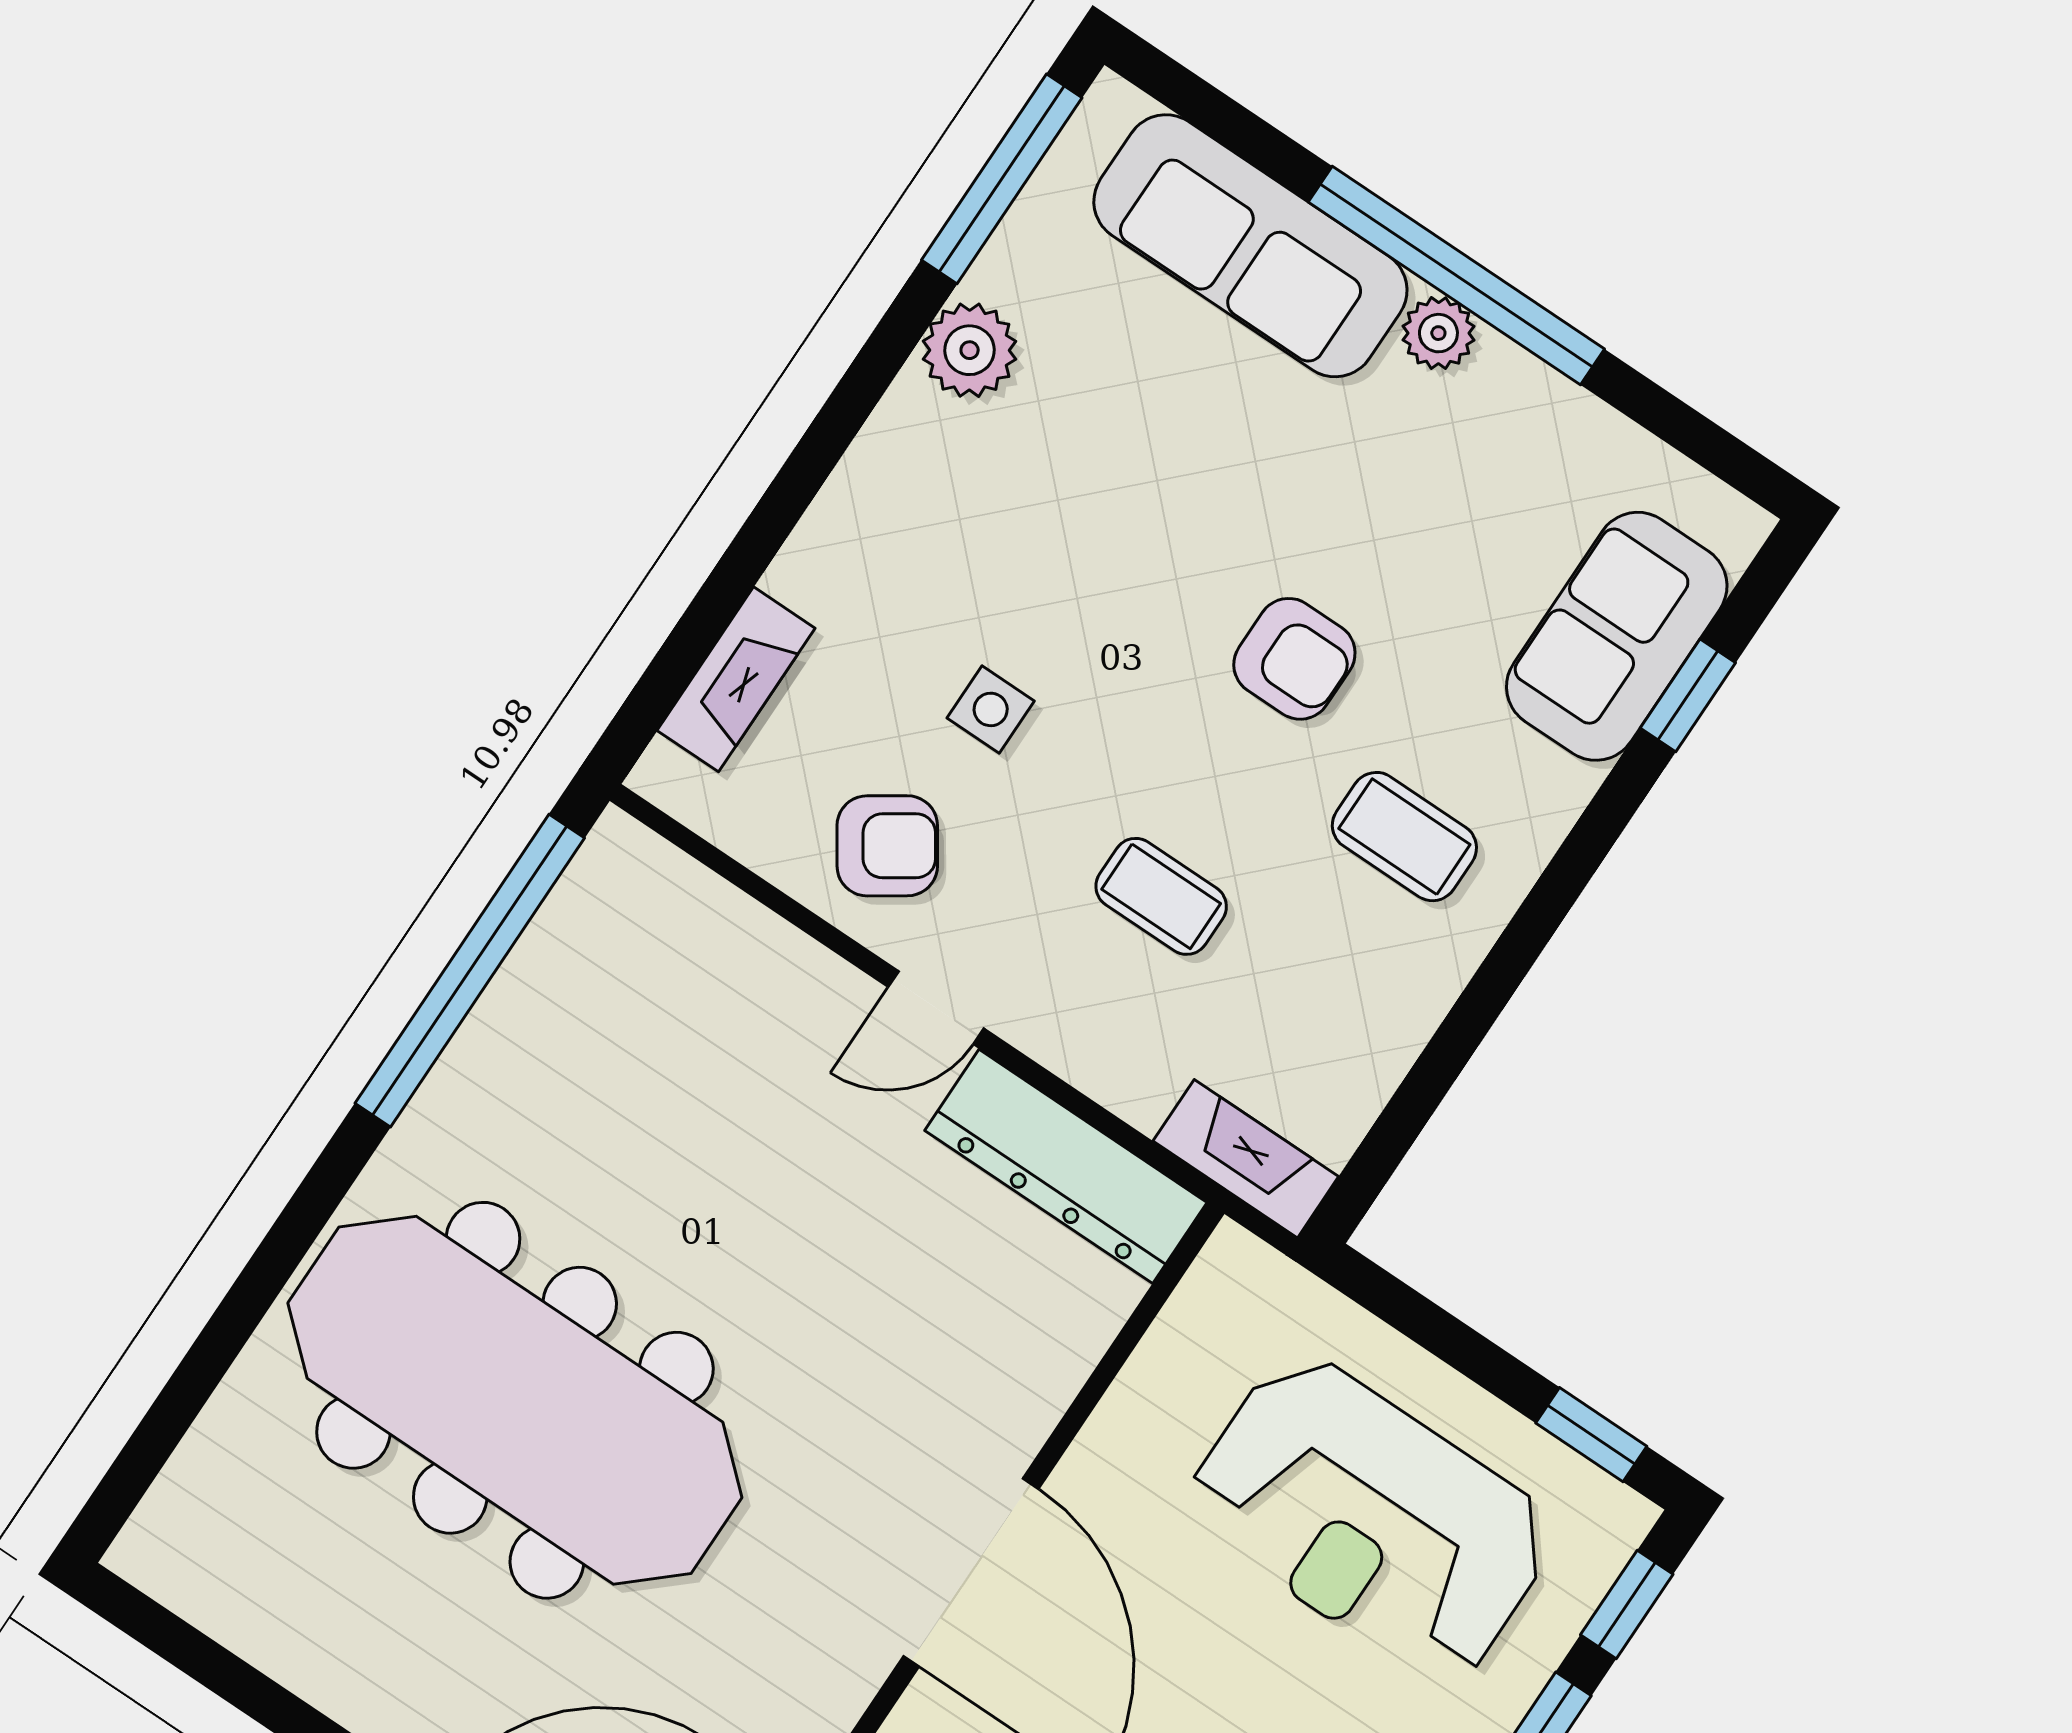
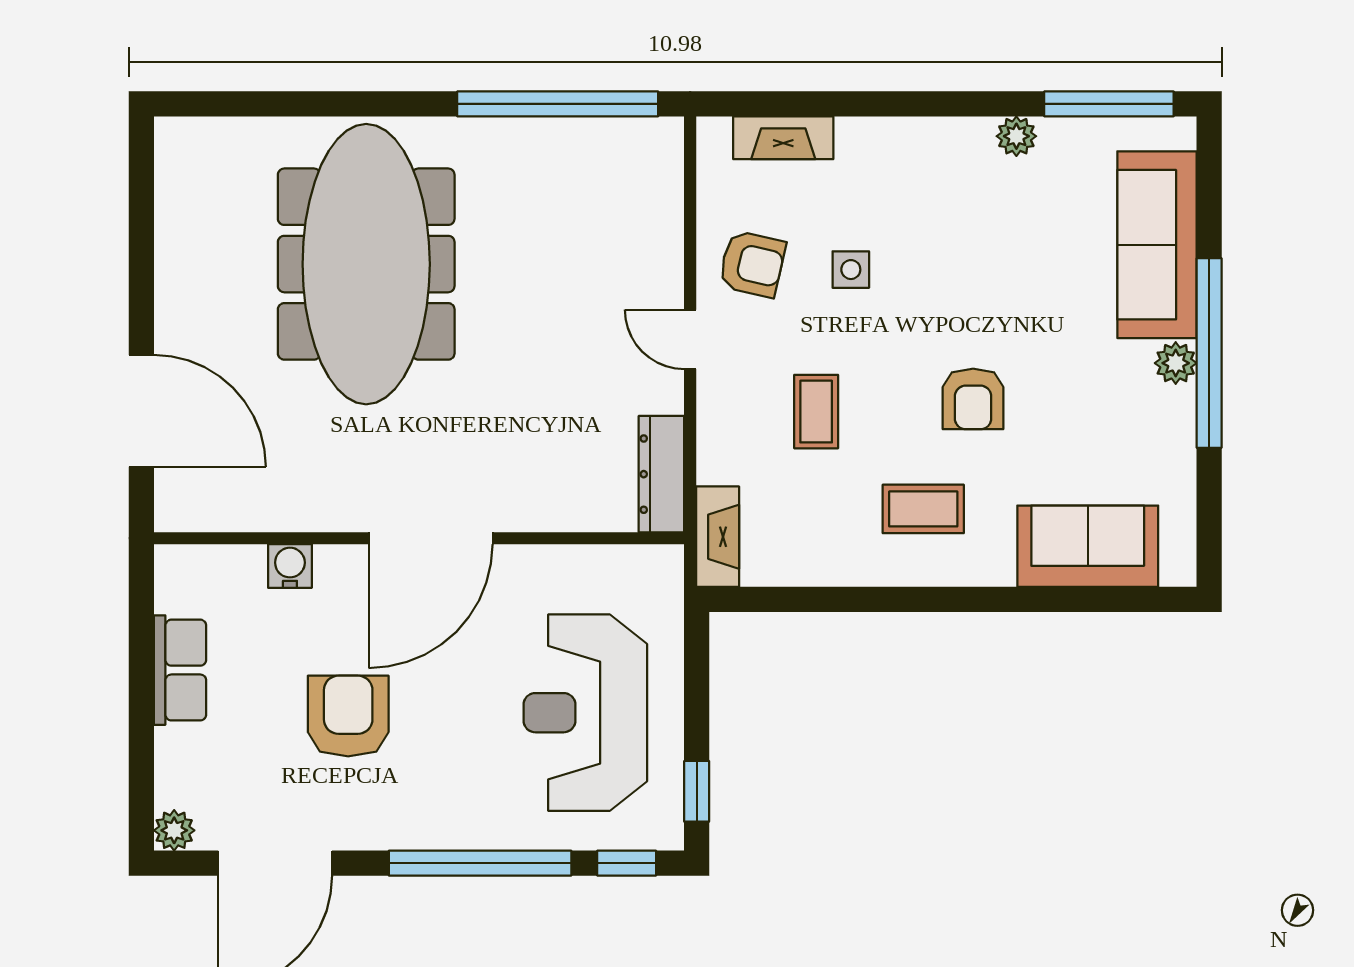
plant: (970, 350) -> (1016, 136), width x0.73, depth x0.73
window: (1688, 695) -> (1082, 599), removed
coffee table: (1404, 837) -> (923, 509), turned 90
armchair: (887, 846) -> (752, 264), turned -43
dresser: (1066, 1166) -> (661, 474), width x0.73, depth x0.80

